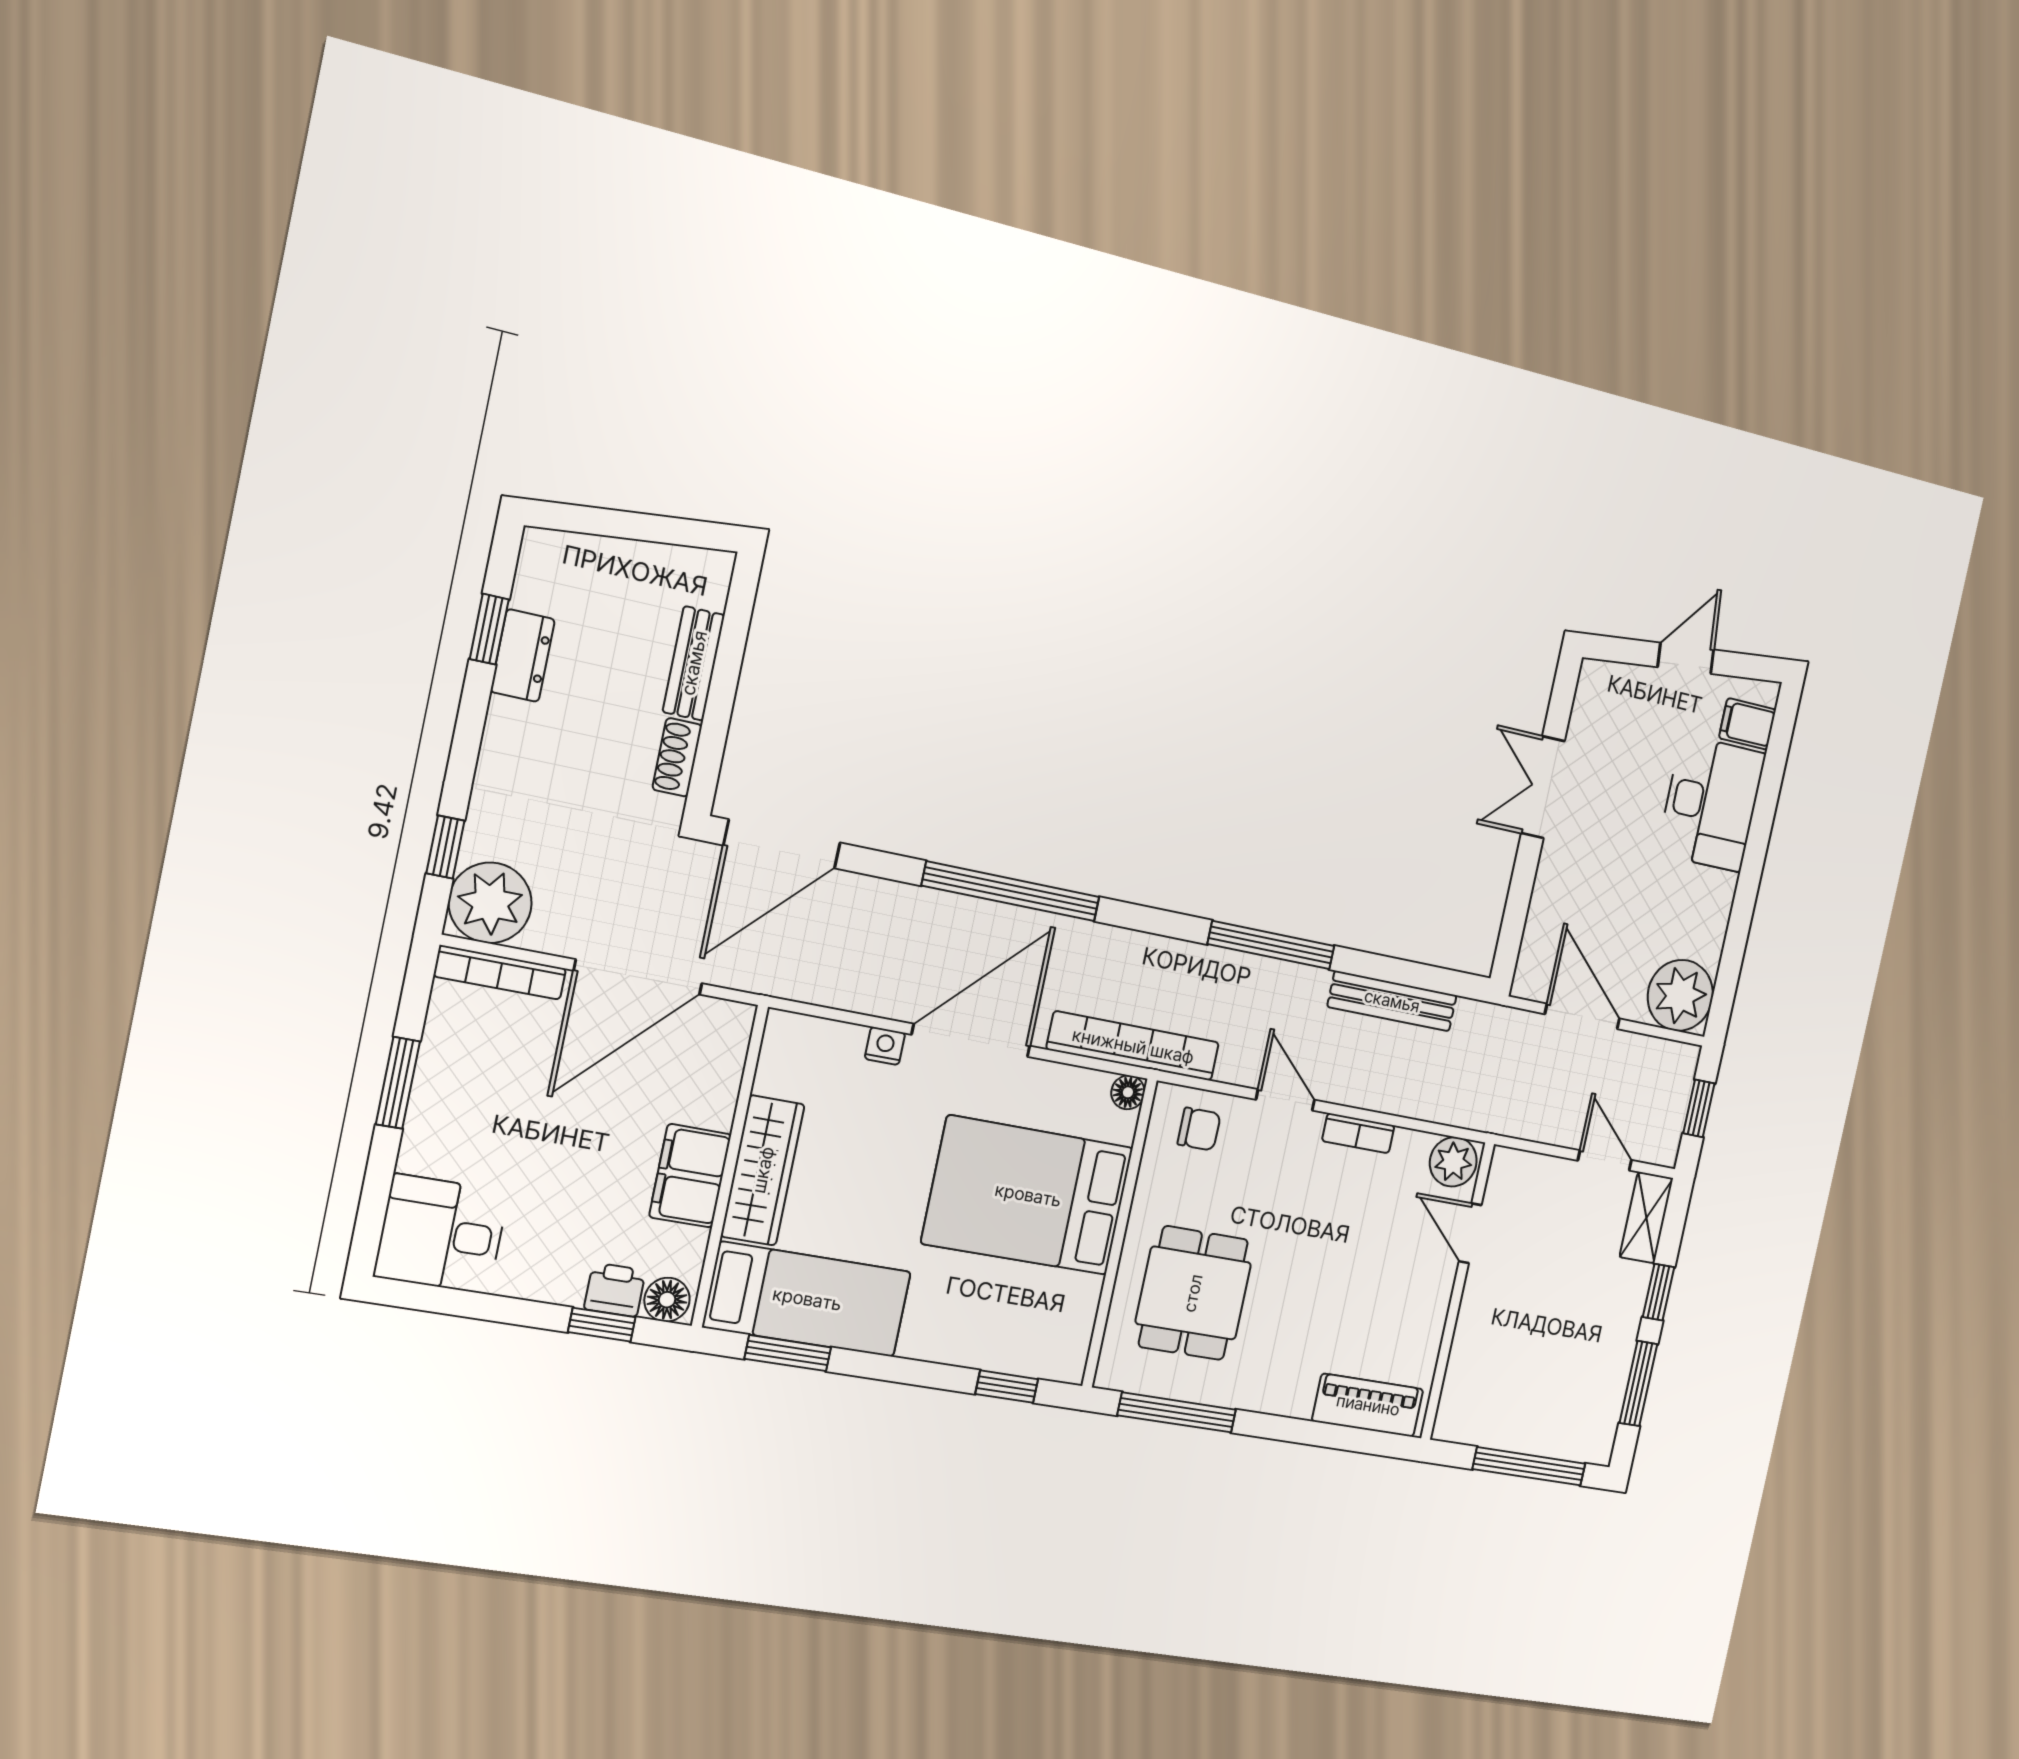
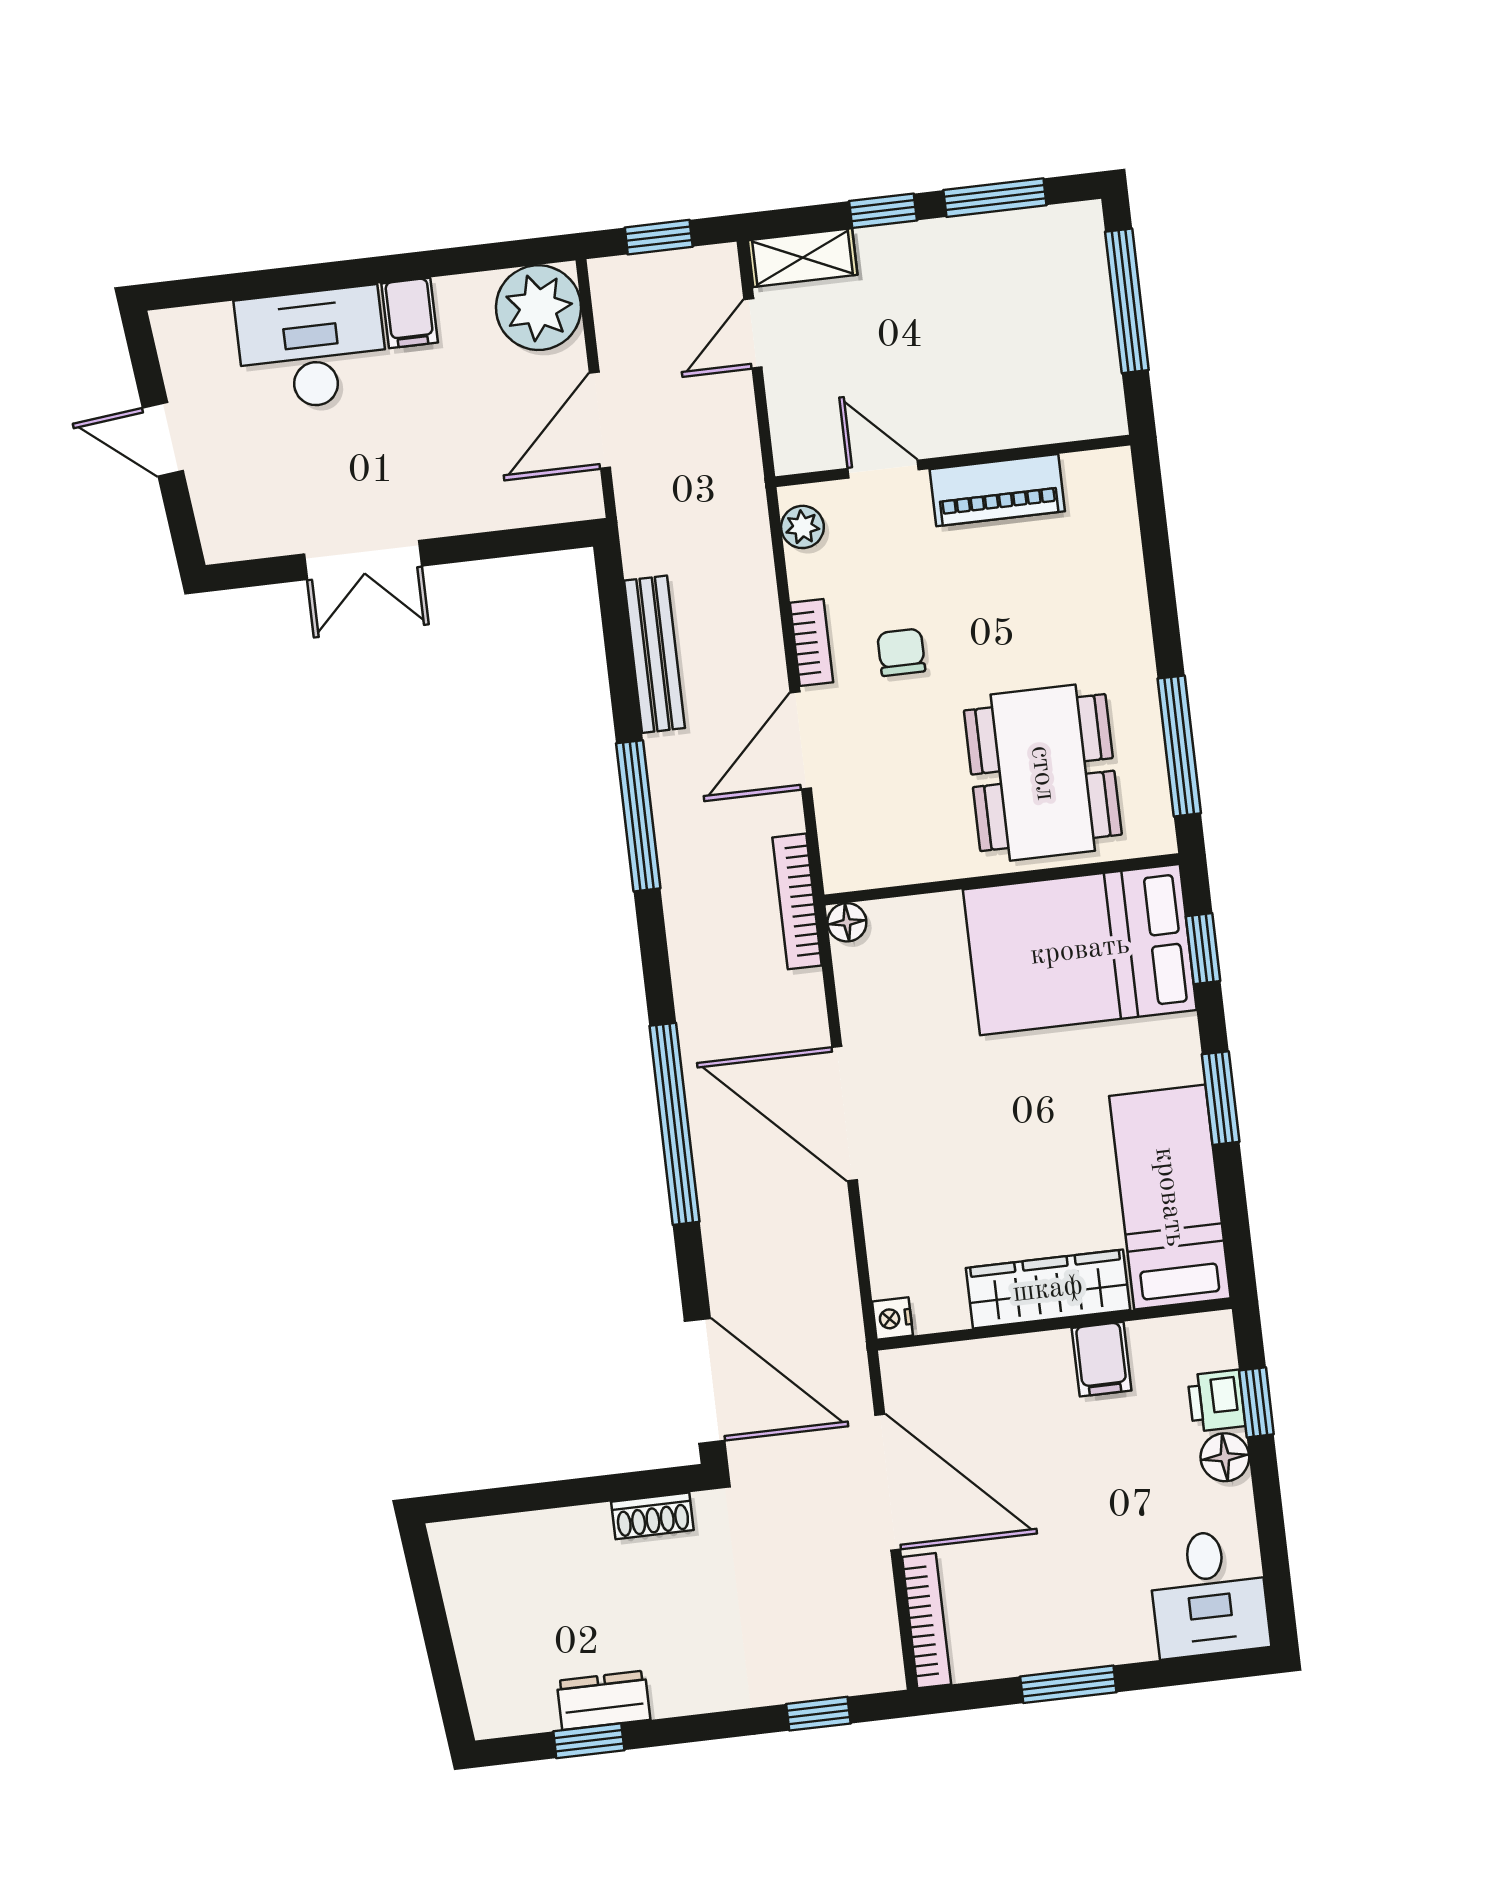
bench: (694, 663) -> (553, 1530), removed
filing cabinet: (1747, 724) -> (410, 313), moved
plant: (490, 903) -> (860, 1653), removed
nightstand: (885, 1046) -> (892, 1318), moved
bookcase: (1133, 1046) -> (797, 901), width x0.68, depth x0.76
door: (1285, 1100) -> (801, 741), width x1.38
chair: (1199, 1129) -> (901, 652), moved
plant: (1453, 1162) -> (802, 527), width x0.73, depth x0.73
filing cabinet: (690, 1176) -> (1102, 1359), width x0.50
bed: (1028, 1195) -> (1080, 950), moved, turned 90
door: (1470, 1233) -> (883, 469), swing flipped
dining table: (1193, 1293) -> (1043, 773), width x1.38
floor lamp: (667, 1300) -> (1225, 1457), moved
window: (788, 1353) -> (1221, 1098), moved
piano: (1368, 1405) -> (997, 490), moved, turned -90

